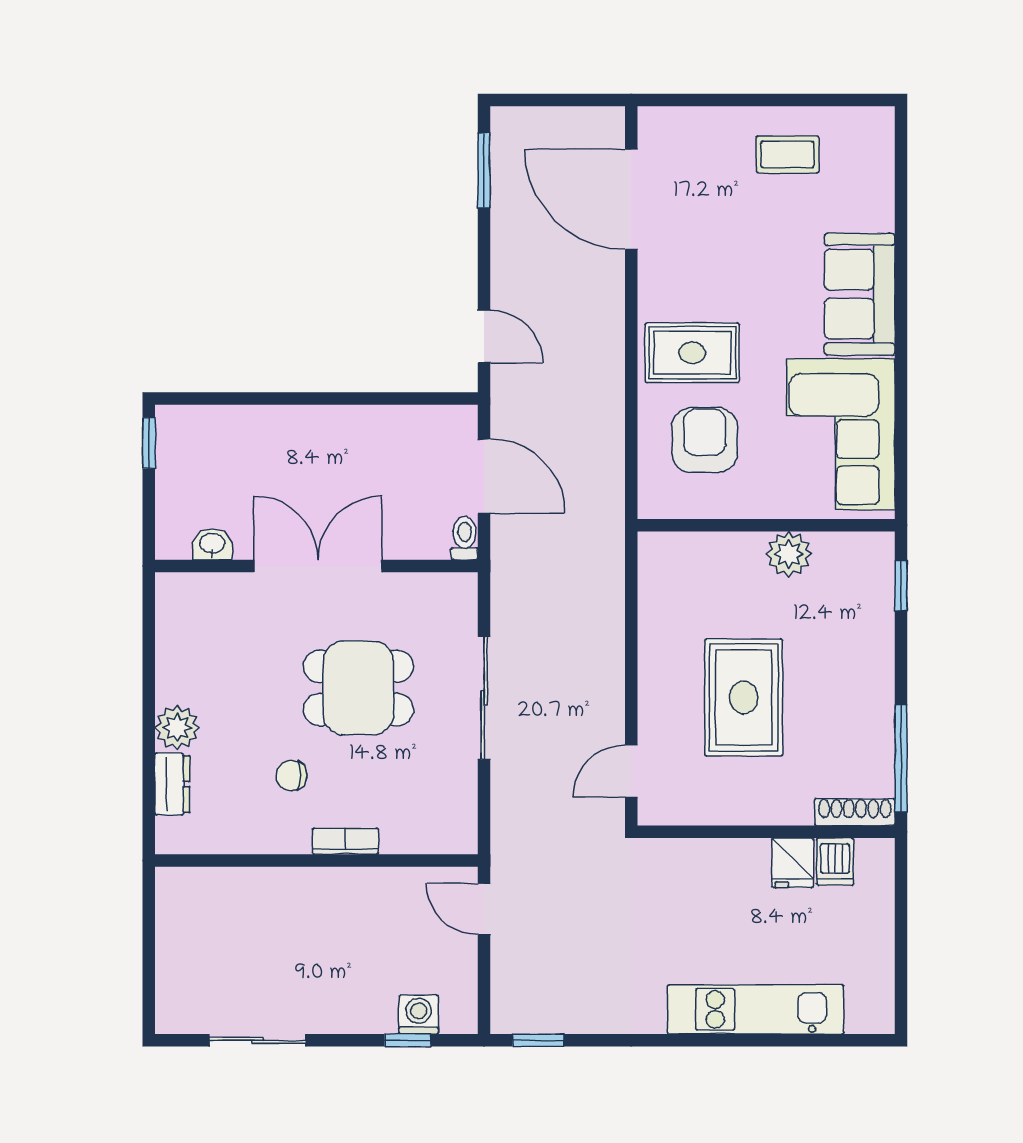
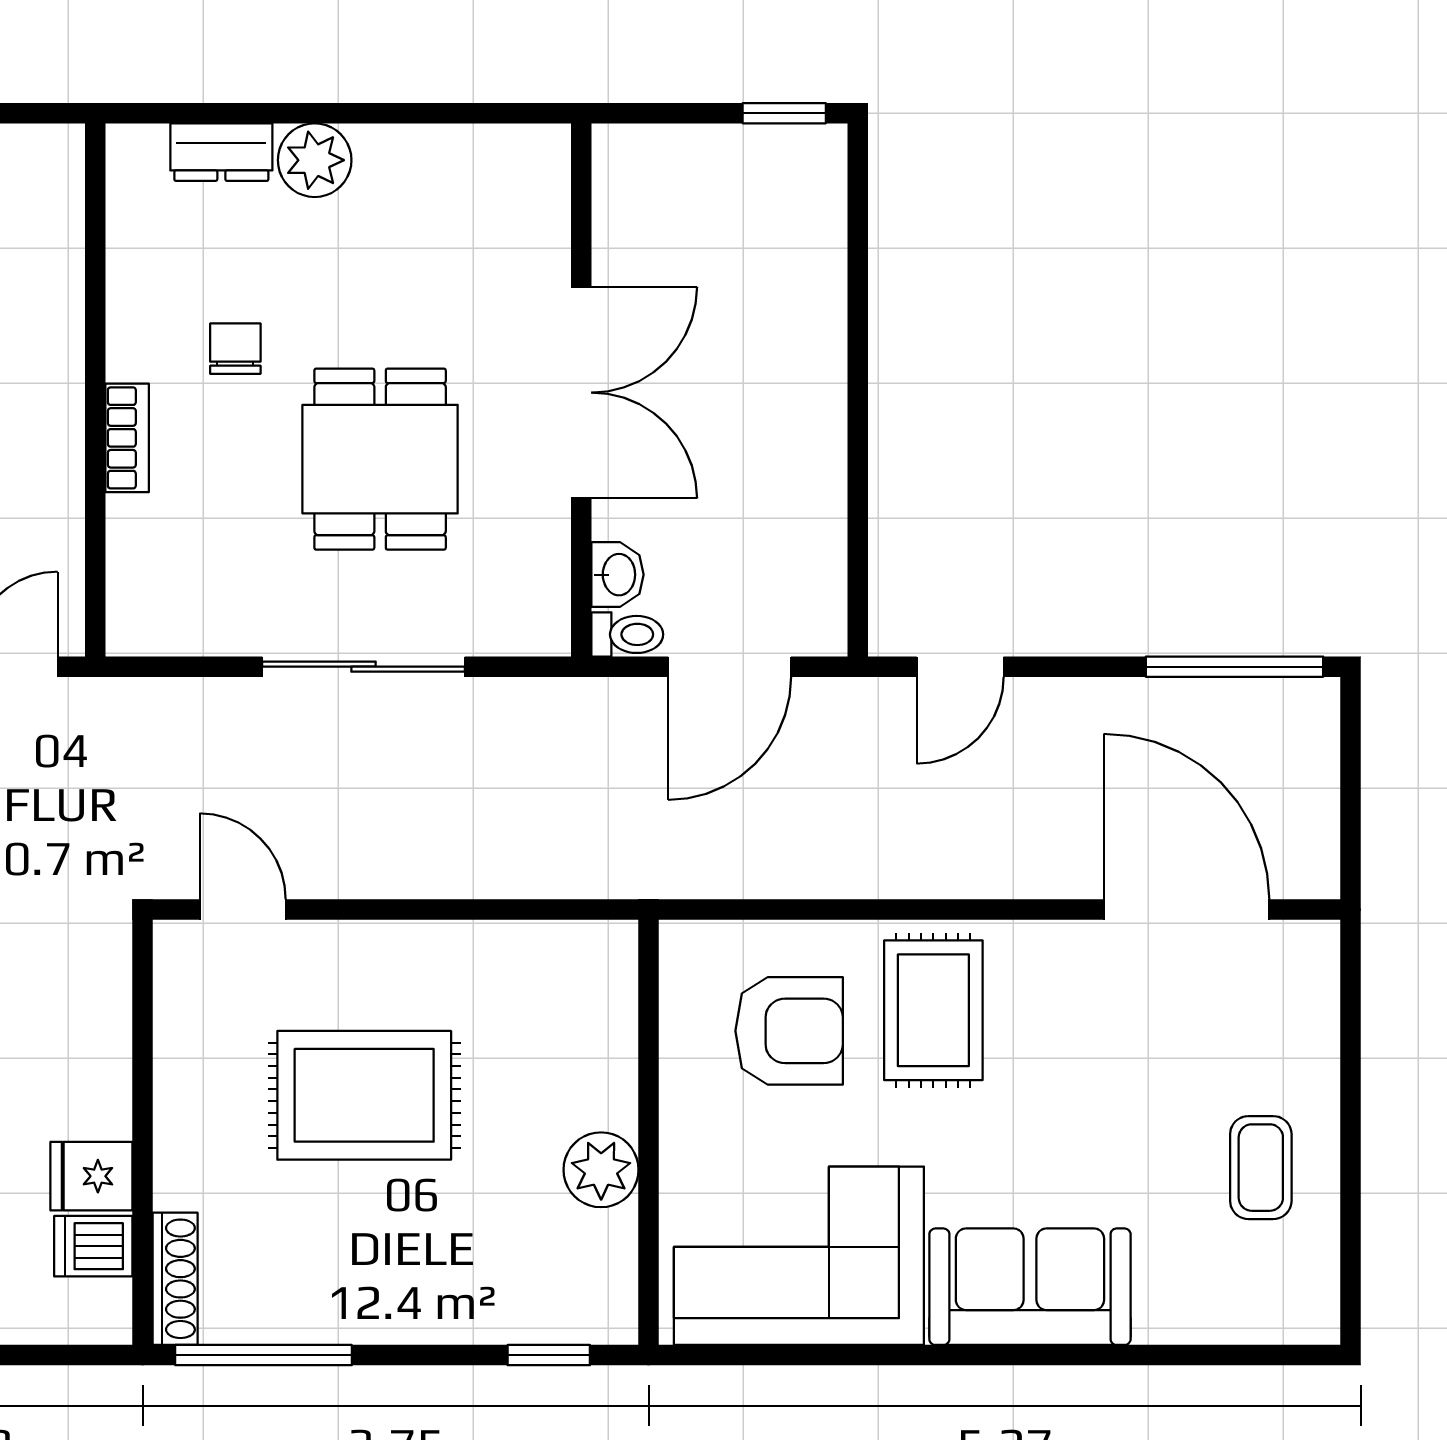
window: (484, 170) -> (1235, 667), width x1.44
door: (631, 199) -> (1186, 910), hinge flipped
washbasin: (212, 544) -> (617, 575), moved

